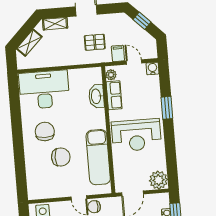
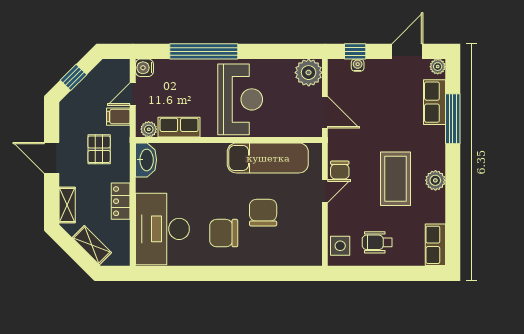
locker: (61, 60) -> (121, 201), added
washbasin: (96, 96) -> (146, 160), moved, turned -90
window: (167, 108) -> (204, 51), width x2.11

